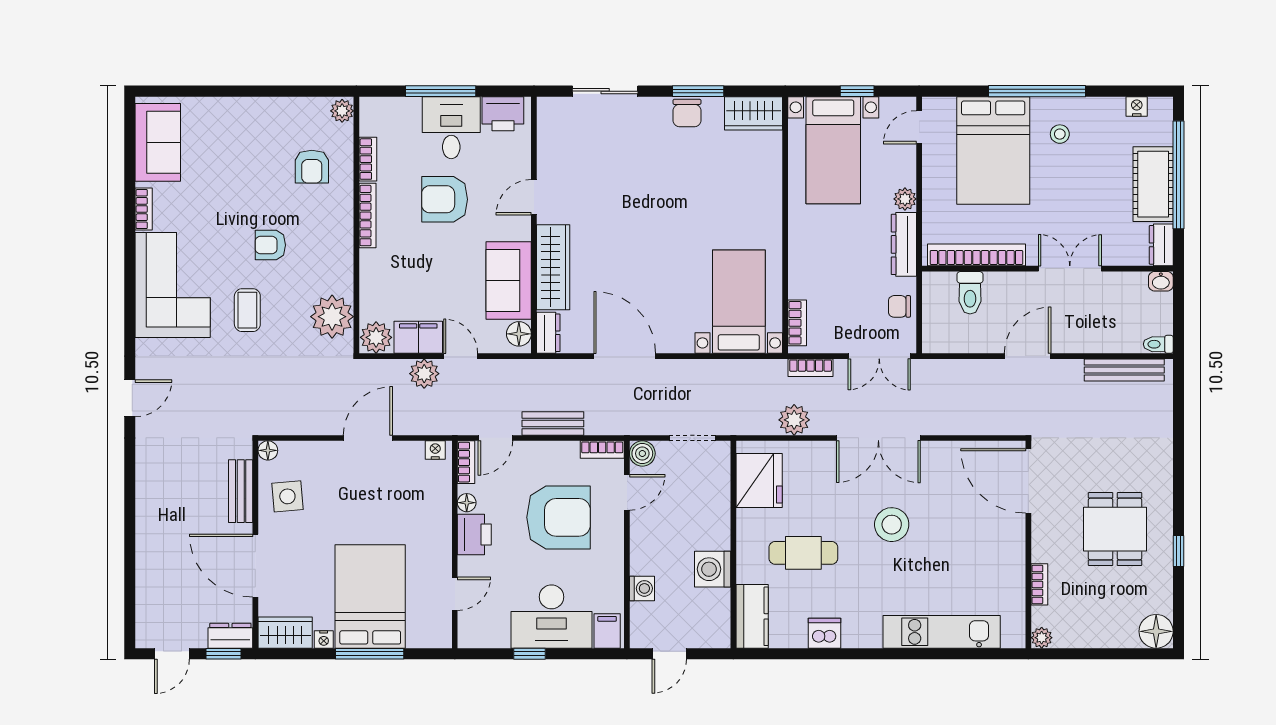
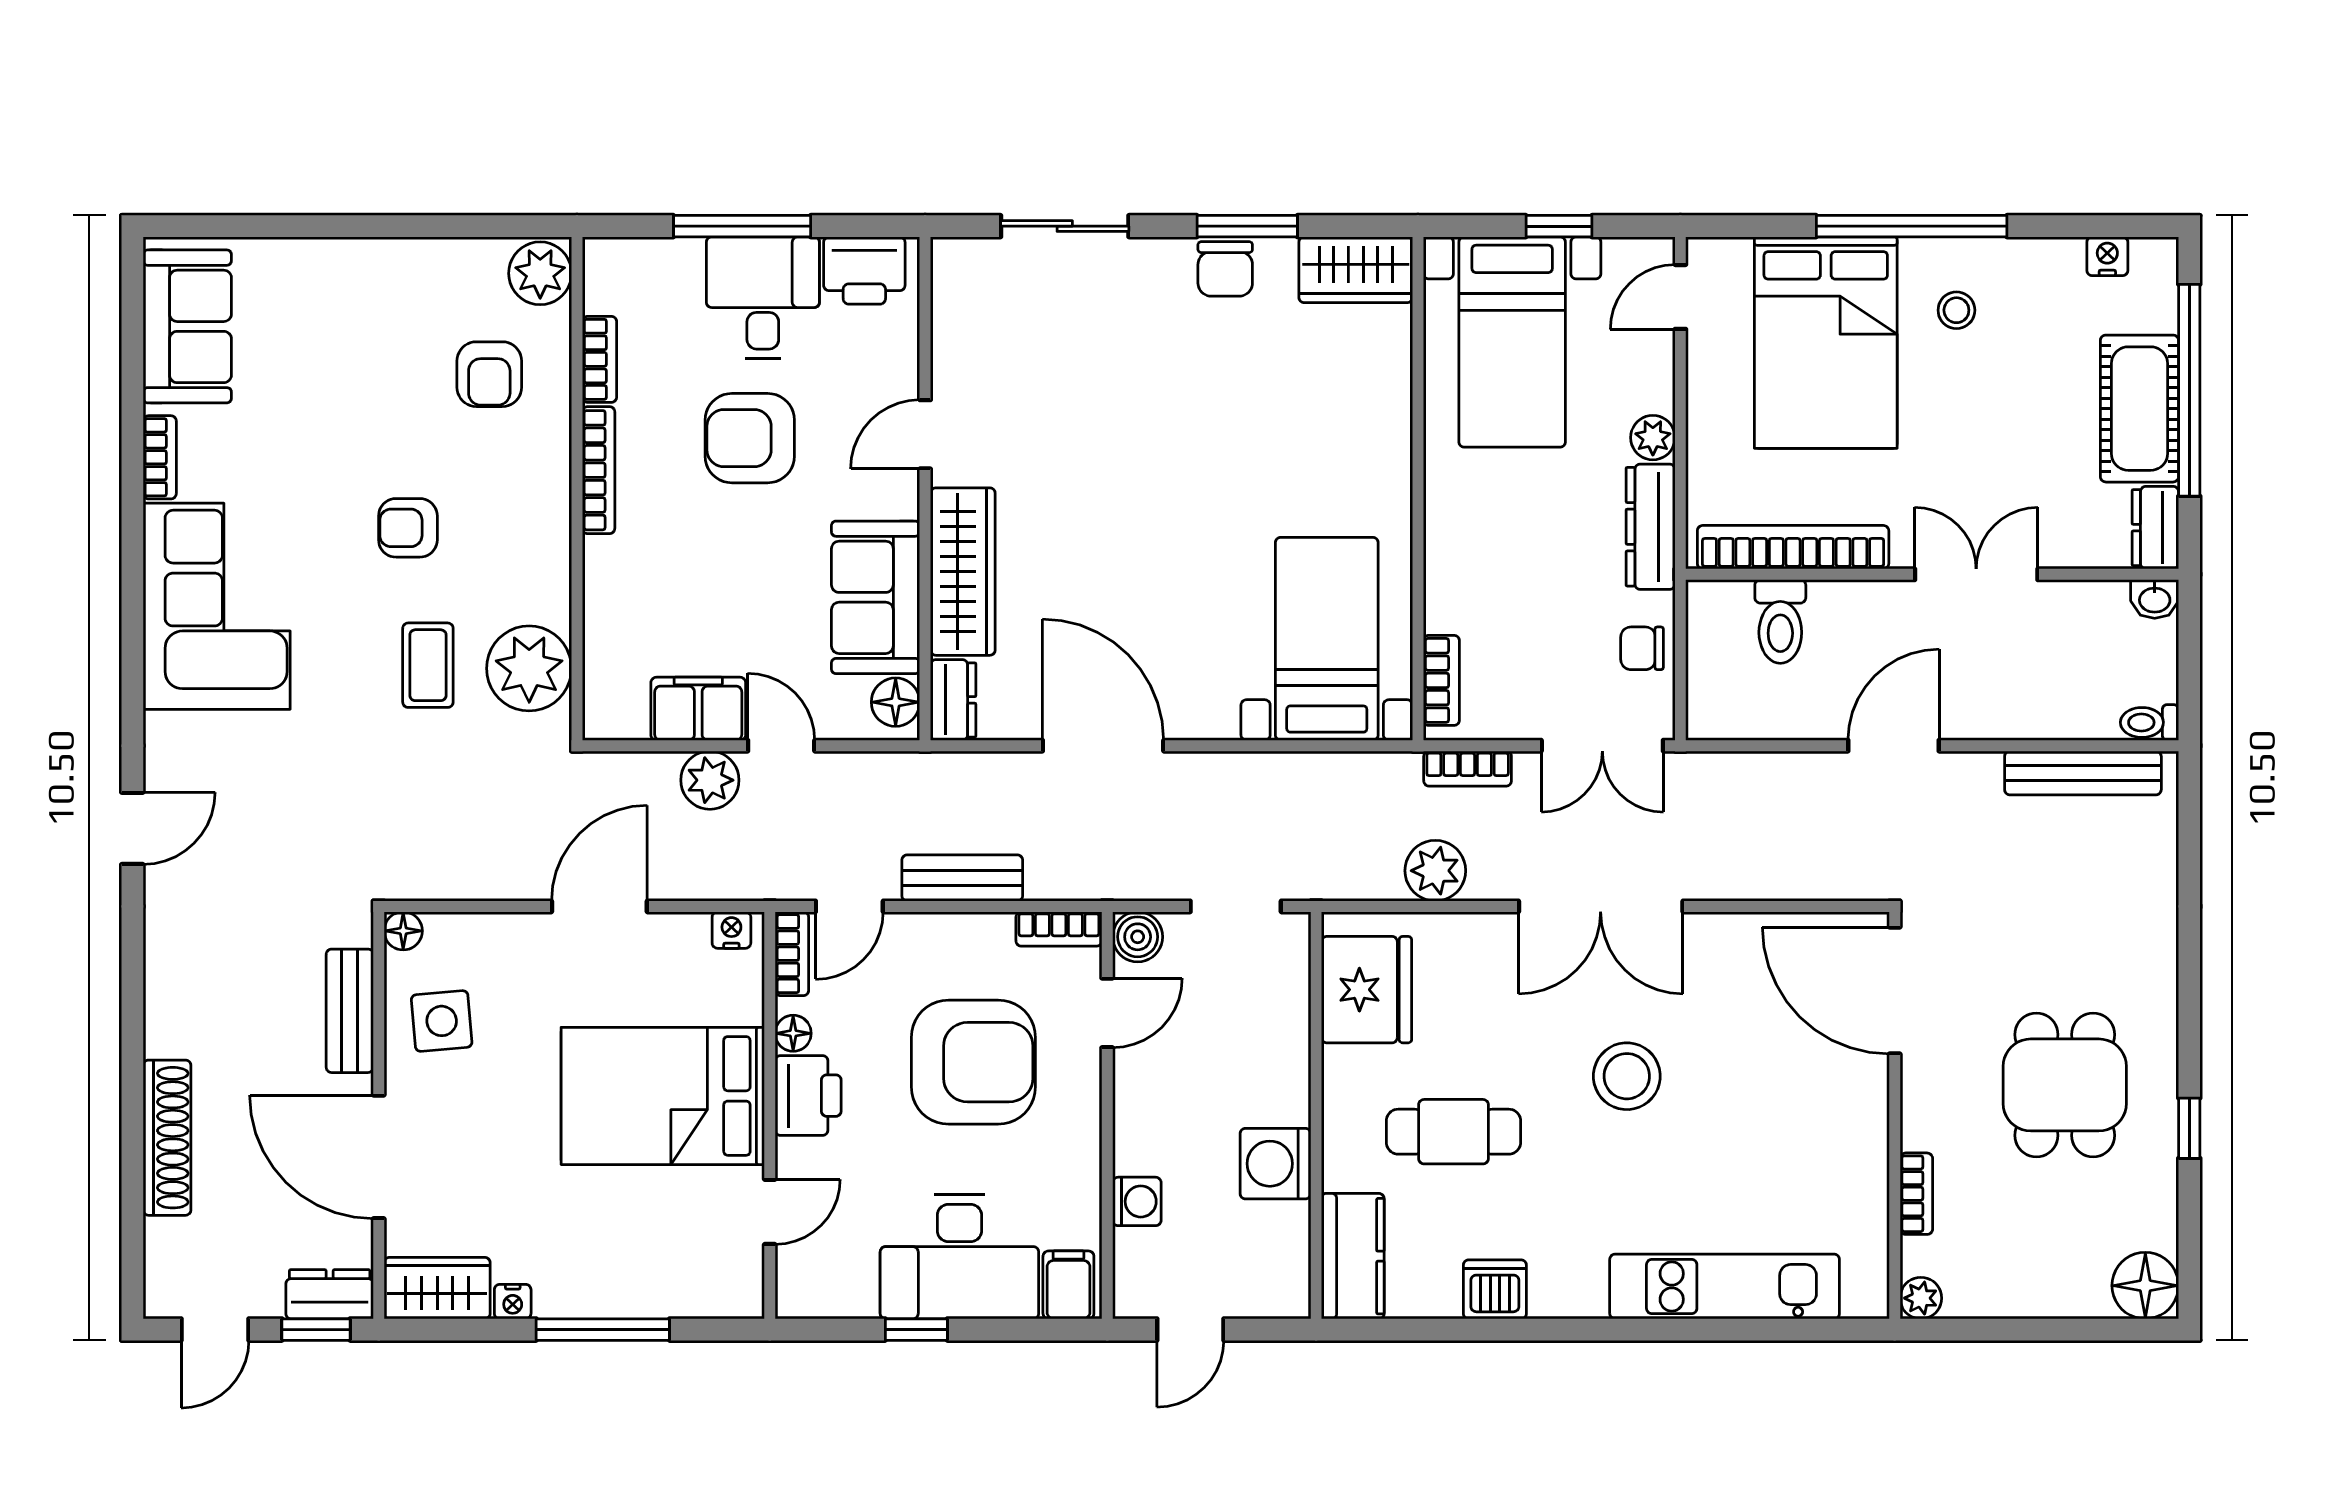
plant: (342, 111) -> (540, 273), width x1.38, depth x1.38
coffee table: (247, 310) -> (428, 665), moved
plant: (376, 337) -> (615, 709), removed
shoe rack: (147, 556) -> (167, 1138), added
bed: (370, 596) -> (663, 1096), moved, turned -90

